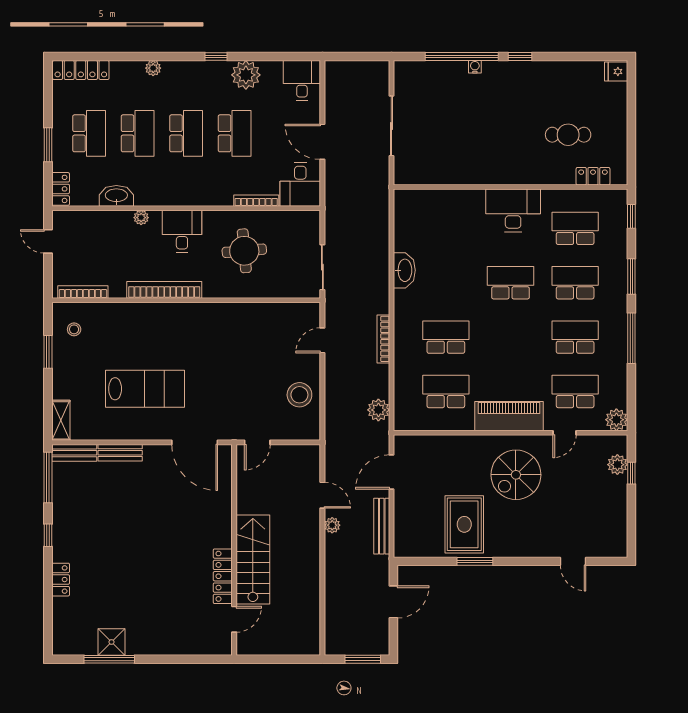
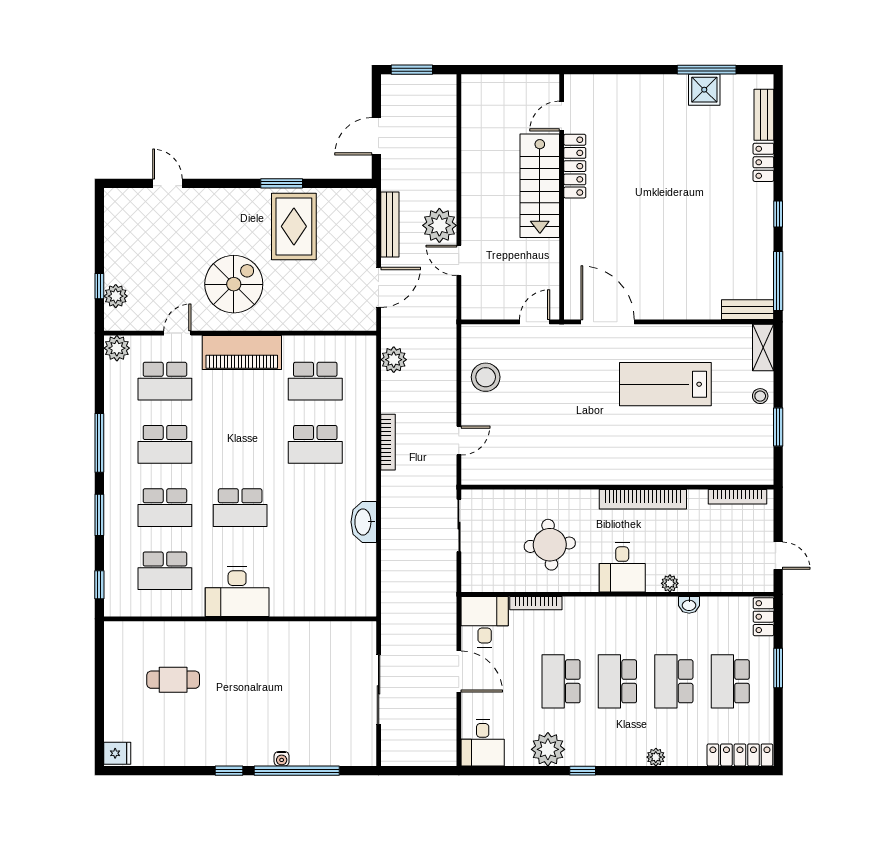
locker: (593, 176) -> (144, 631), removed
washbasin: (116, 196) -> (689, 605), width x0.52, depth x0.69
stool: (74, 329) -> (760, 396), moved
bench: (120, 453) -> (764, 115), moved, turned 90
plant: (332, 525) -> (439, 225), width x1.87, depth x1.87

